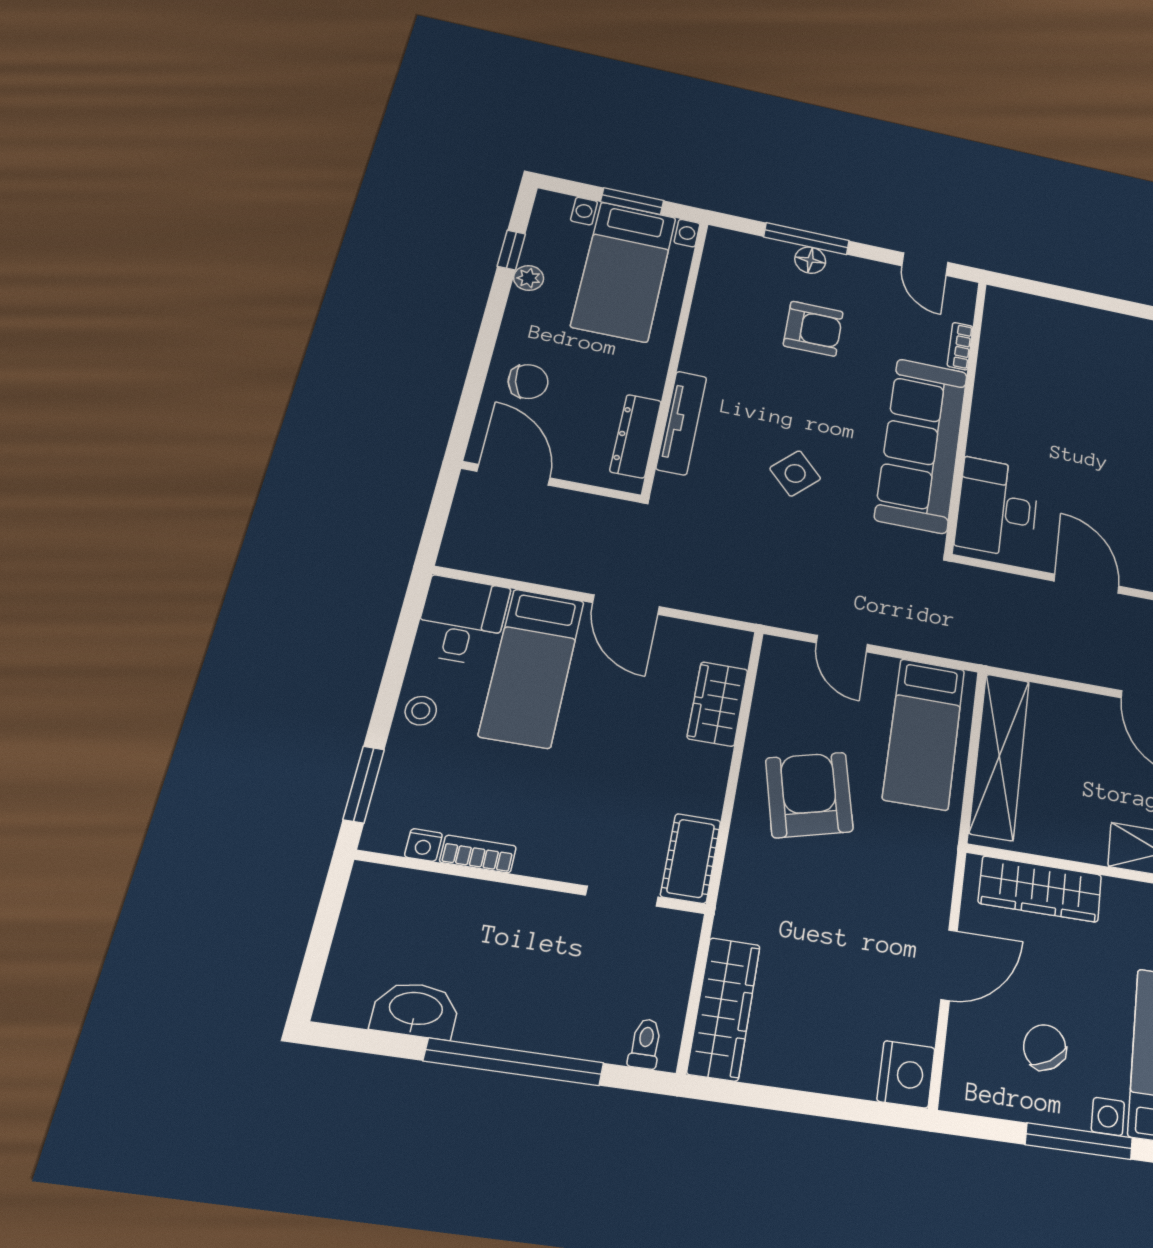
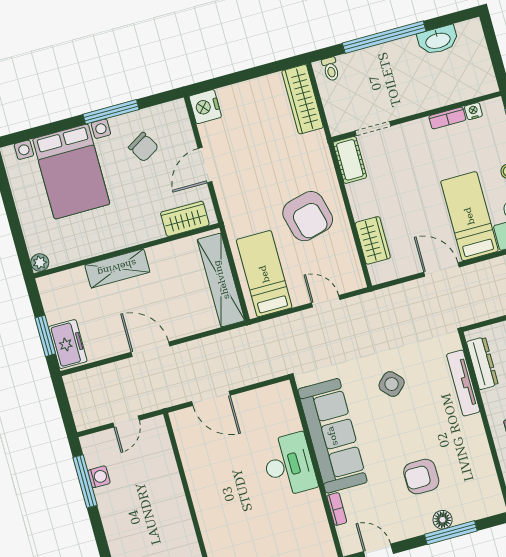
desk: (997, 508) -> (289, 465), moved
wardrobe: (1040, 889) -> (185, 219), width x0.67

